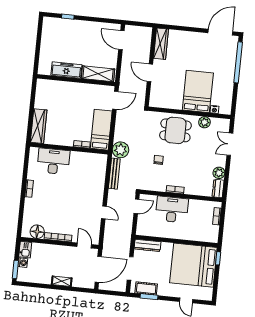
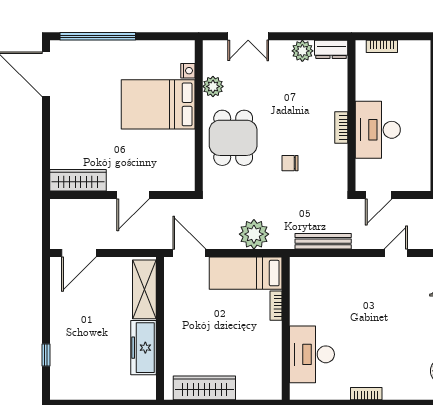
wardrobe: (39, 126) -> (204, 388), moved
plant: (121, 150) -> (254, 234), moved
door: (136, 206) -> (379, 195), swing flipped

